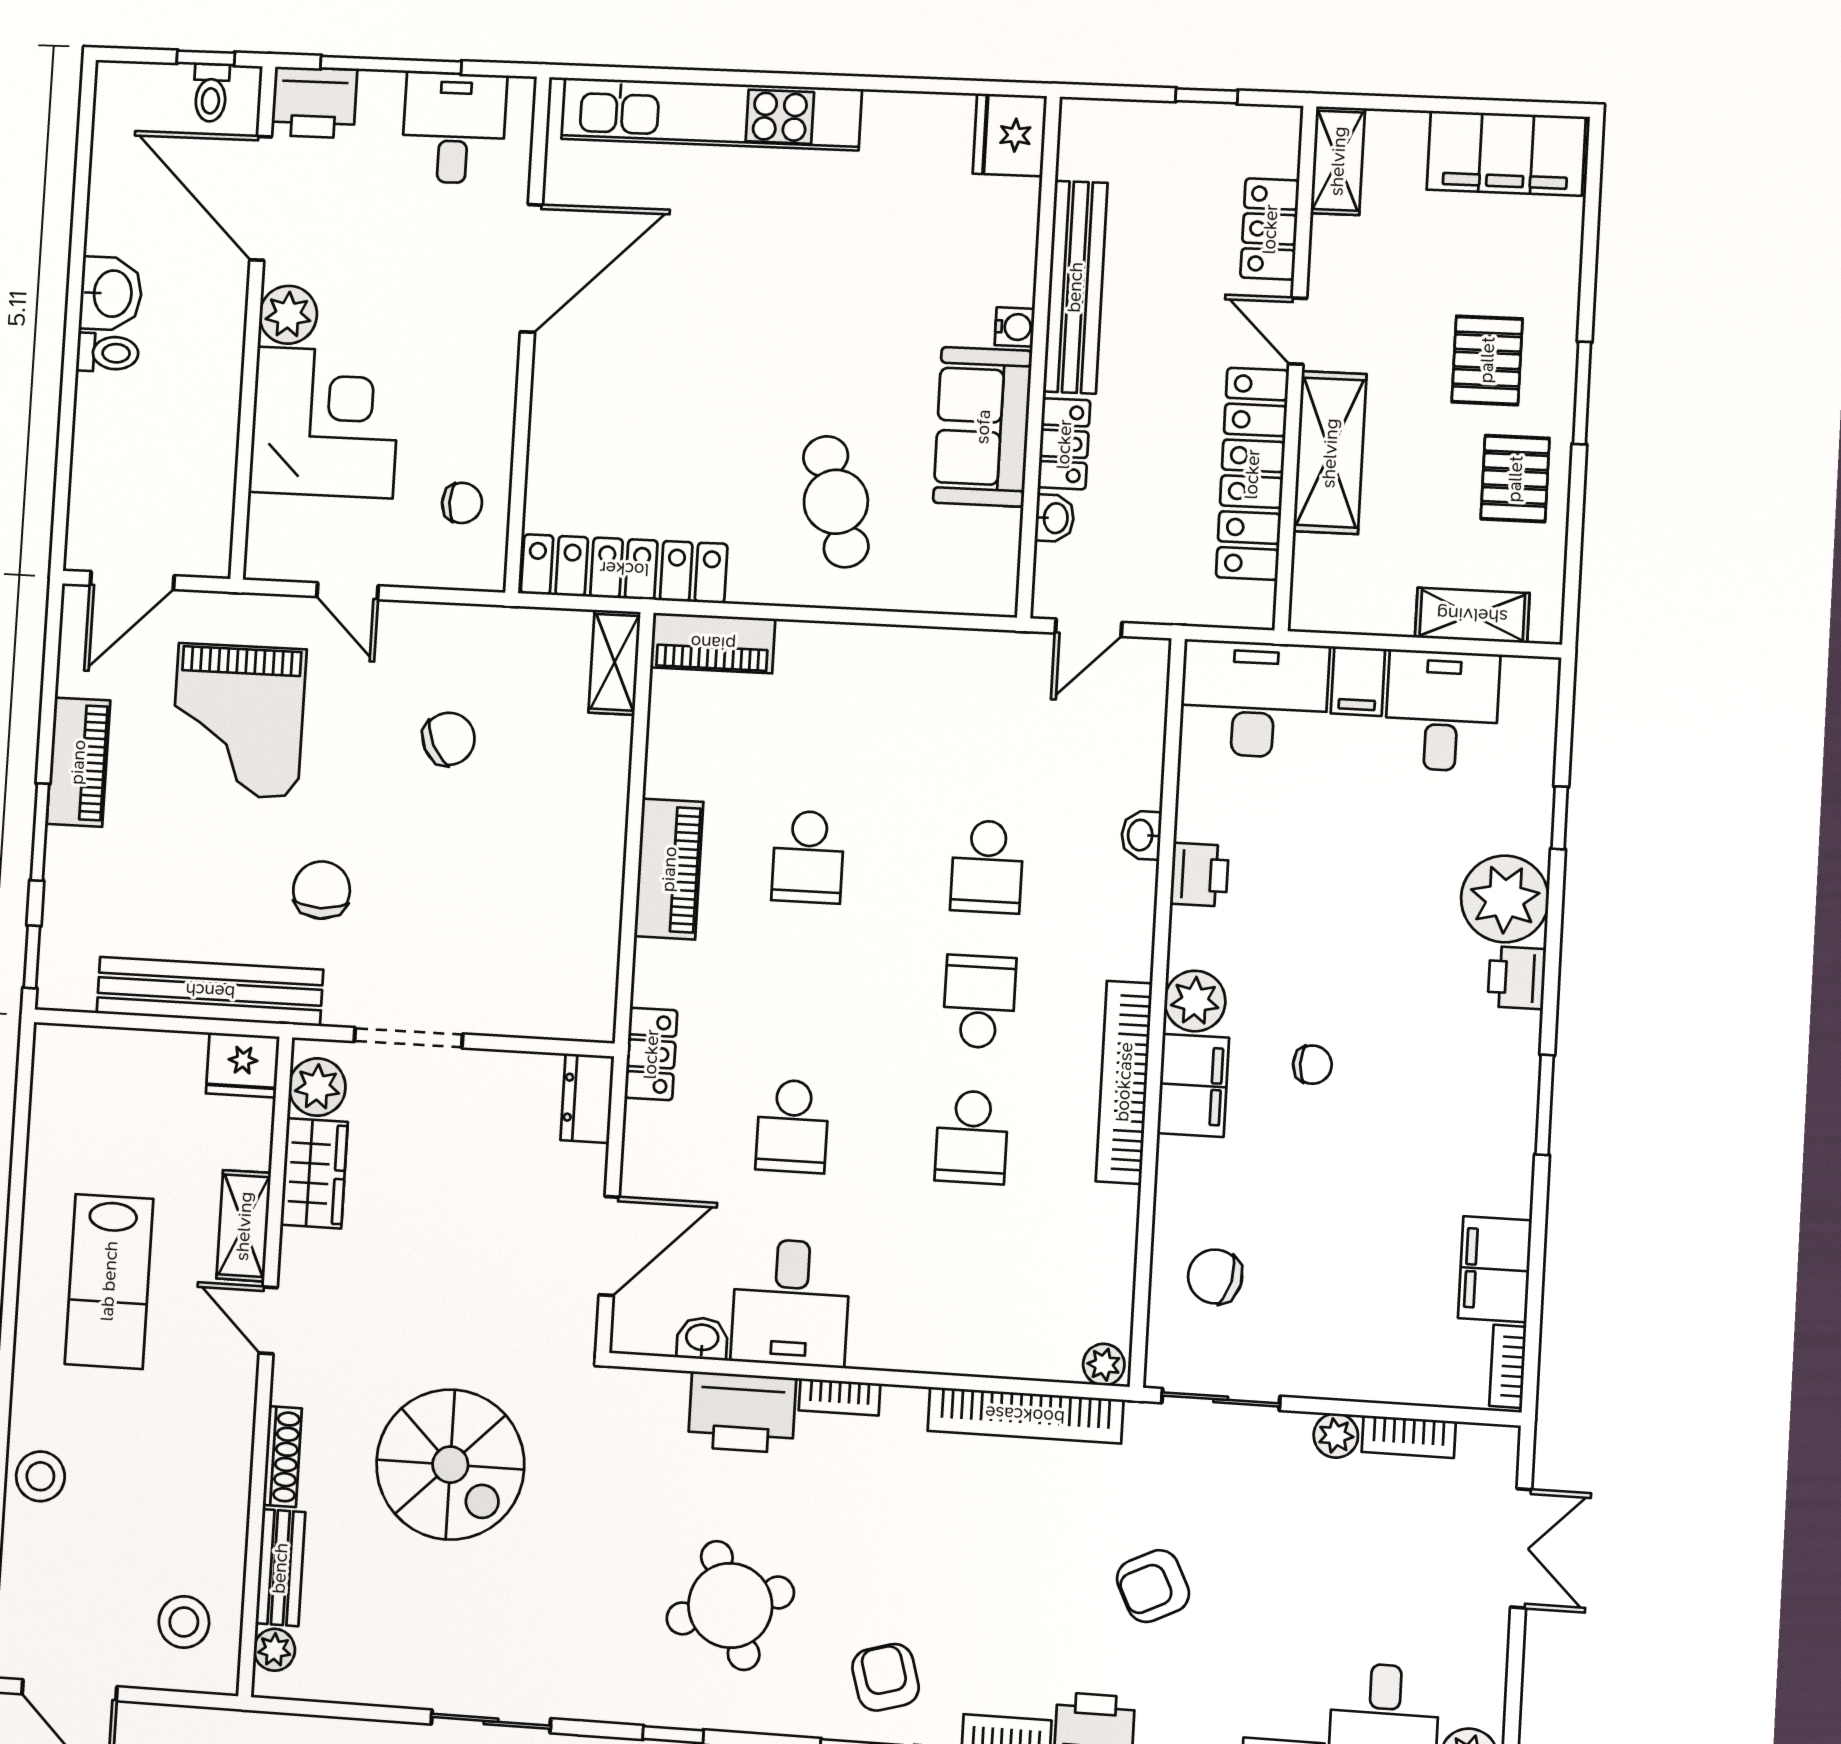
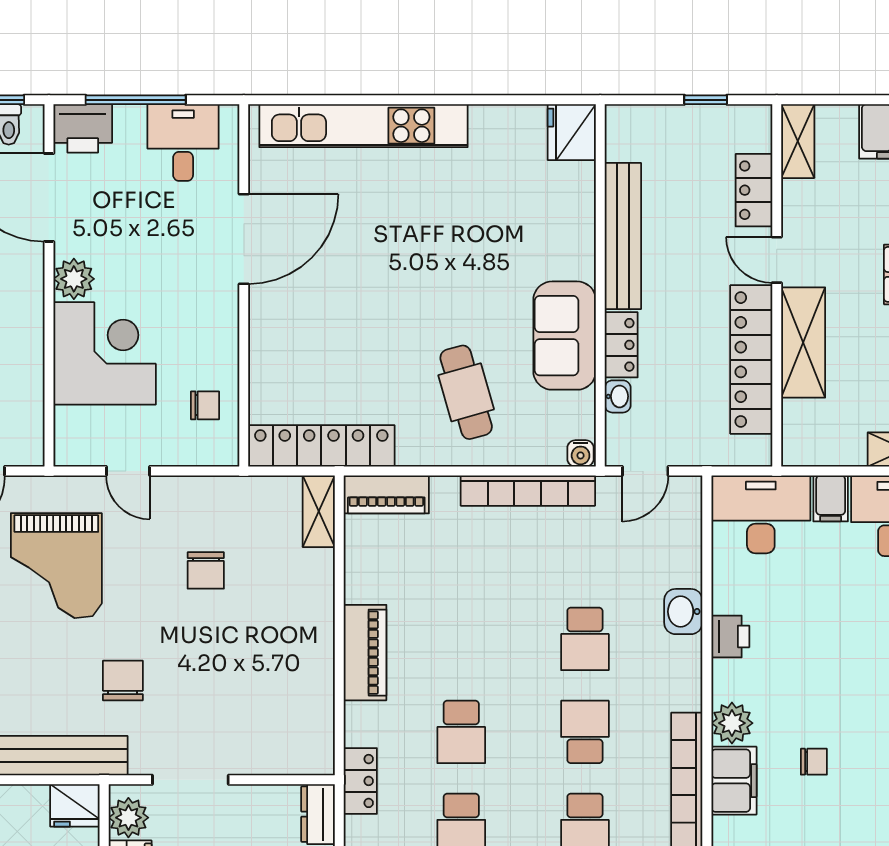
water cooler: (1015, 327) -> (581, 453), moved, turned 90
bookcase: (917, 648) -> (528, 491), added
chair: (449, 739) -> (206, 570), turned 116
washbasin: (1141, 835) -> (683, 612), width x1.38, depth x1.45
school desk: (808, 857) -> (461, 732), moved

